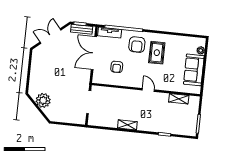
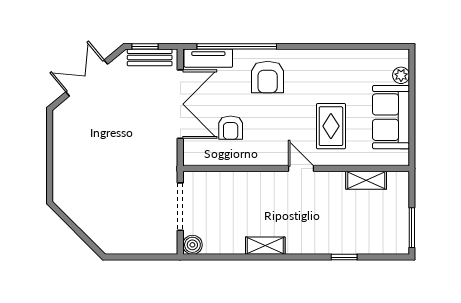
double door: (94, 53) -> (180, 104), swing flipped
rug: (157, 53) -> (331, 126), moved
plant: (43, 100) -> (85, 213), removed
boiler: (93, 121) -> (192, 245), added

